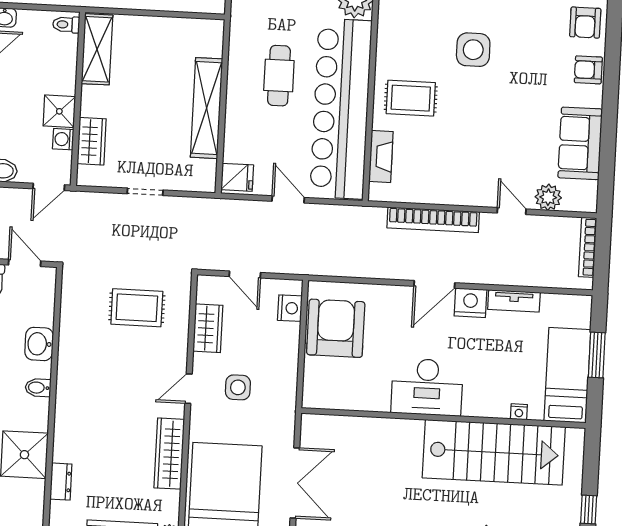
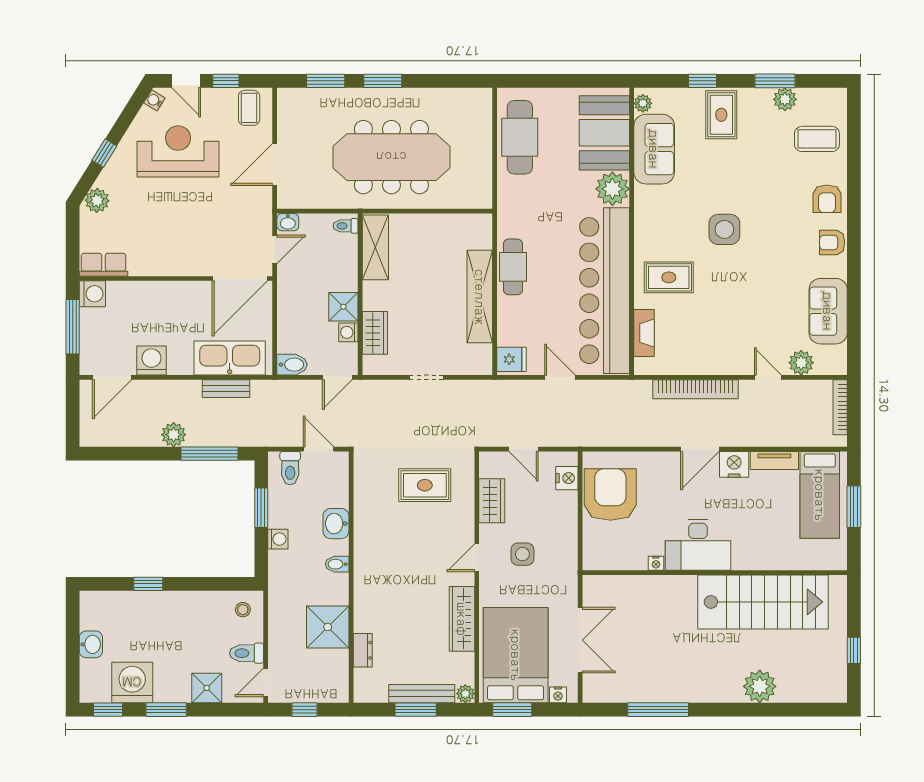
cafe table: (279, 76) -> (513, 267), moved
bed: (567, 375) -> (820, 495), moved, turned 180
nightstand: (519, 412) -> (656, 563), moved

